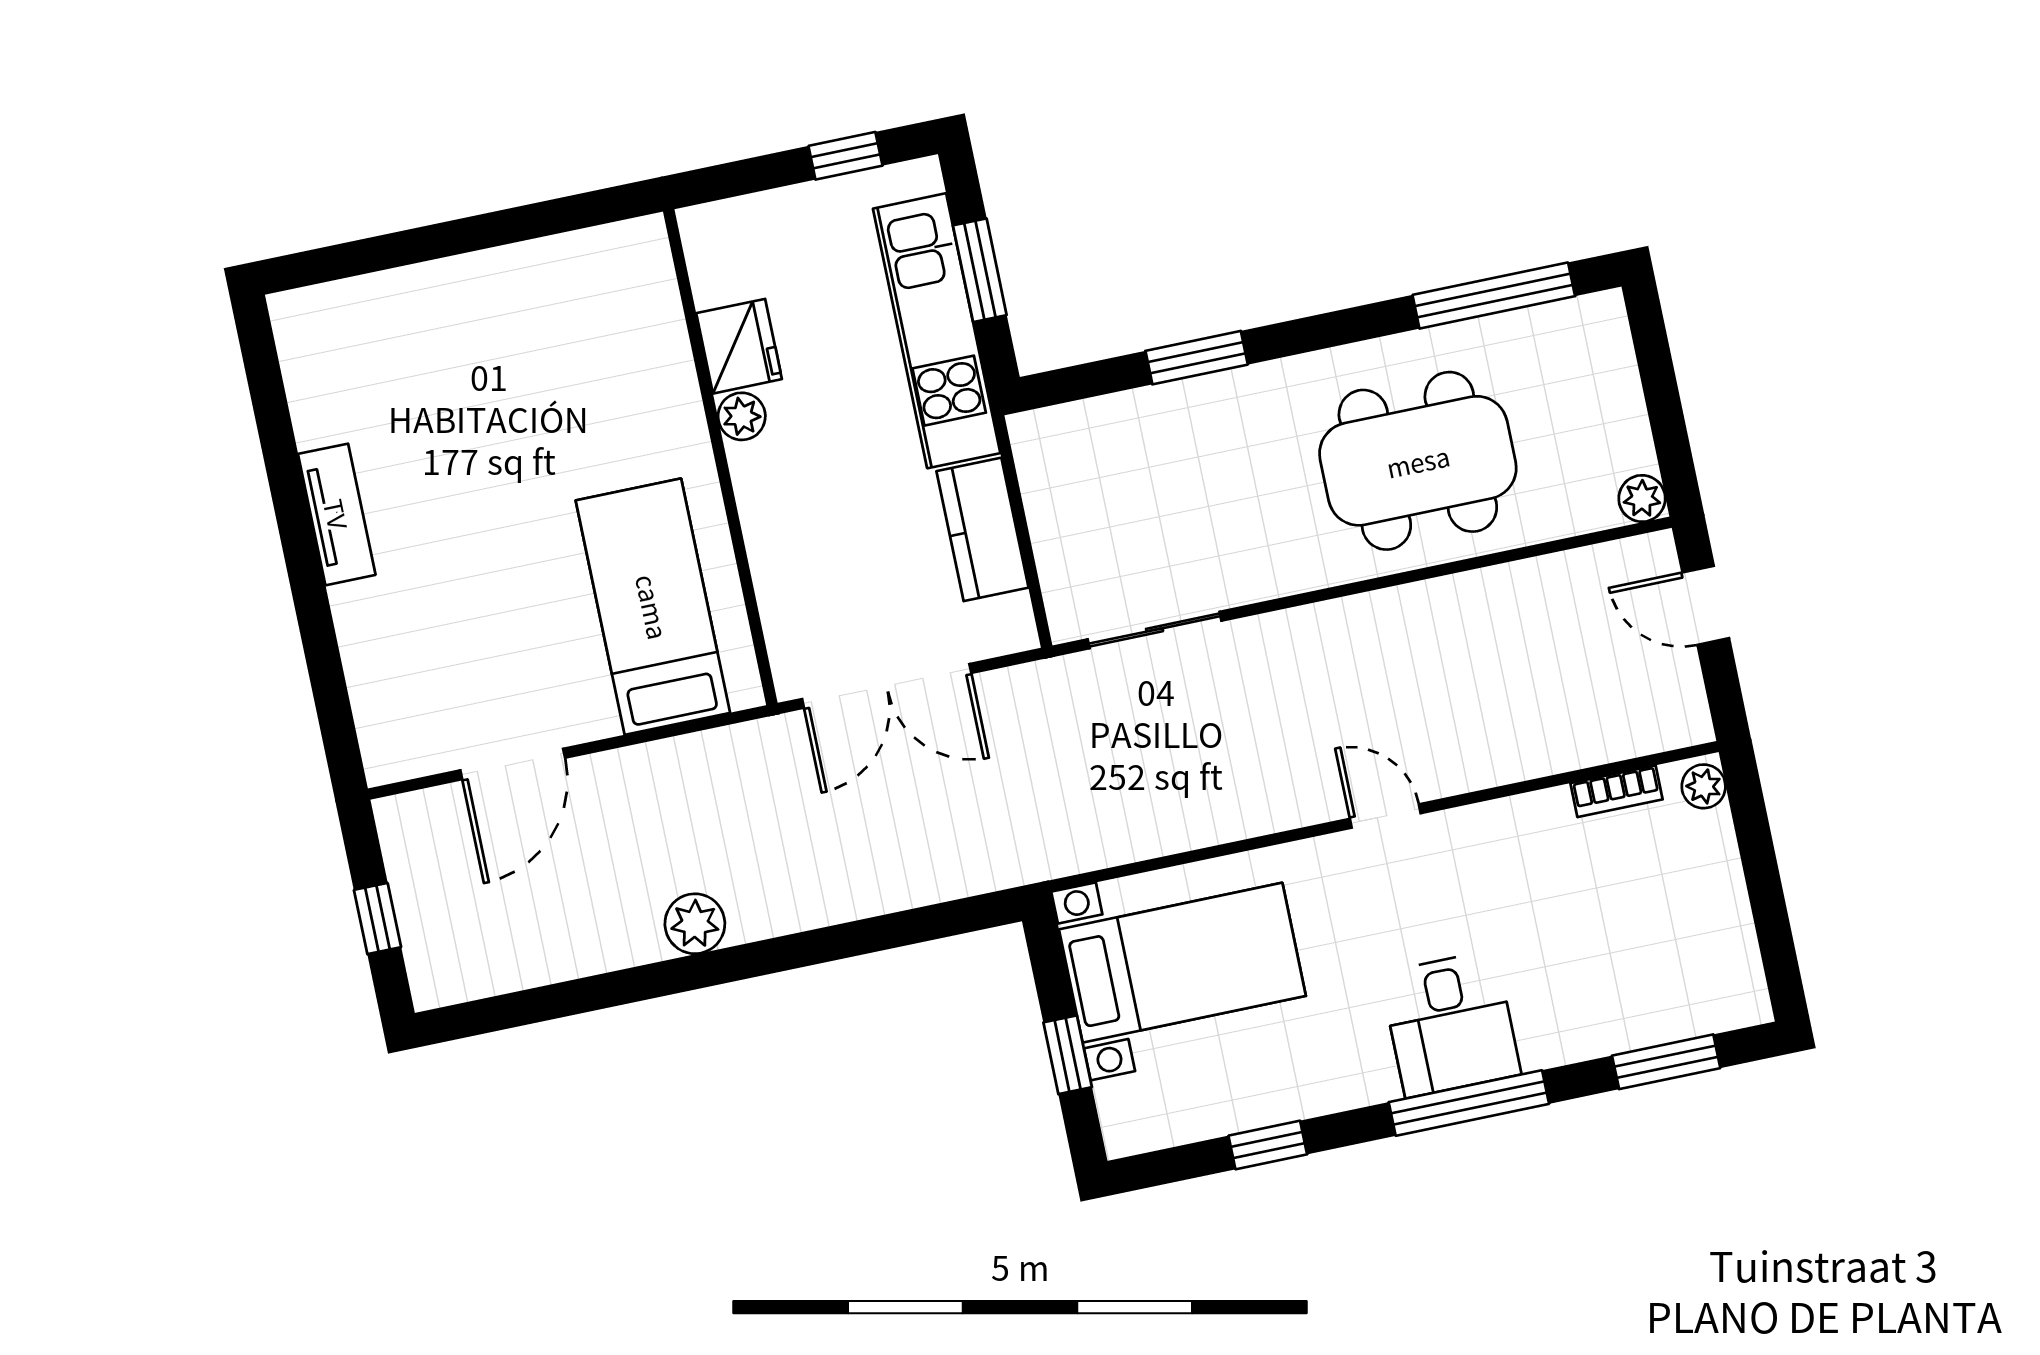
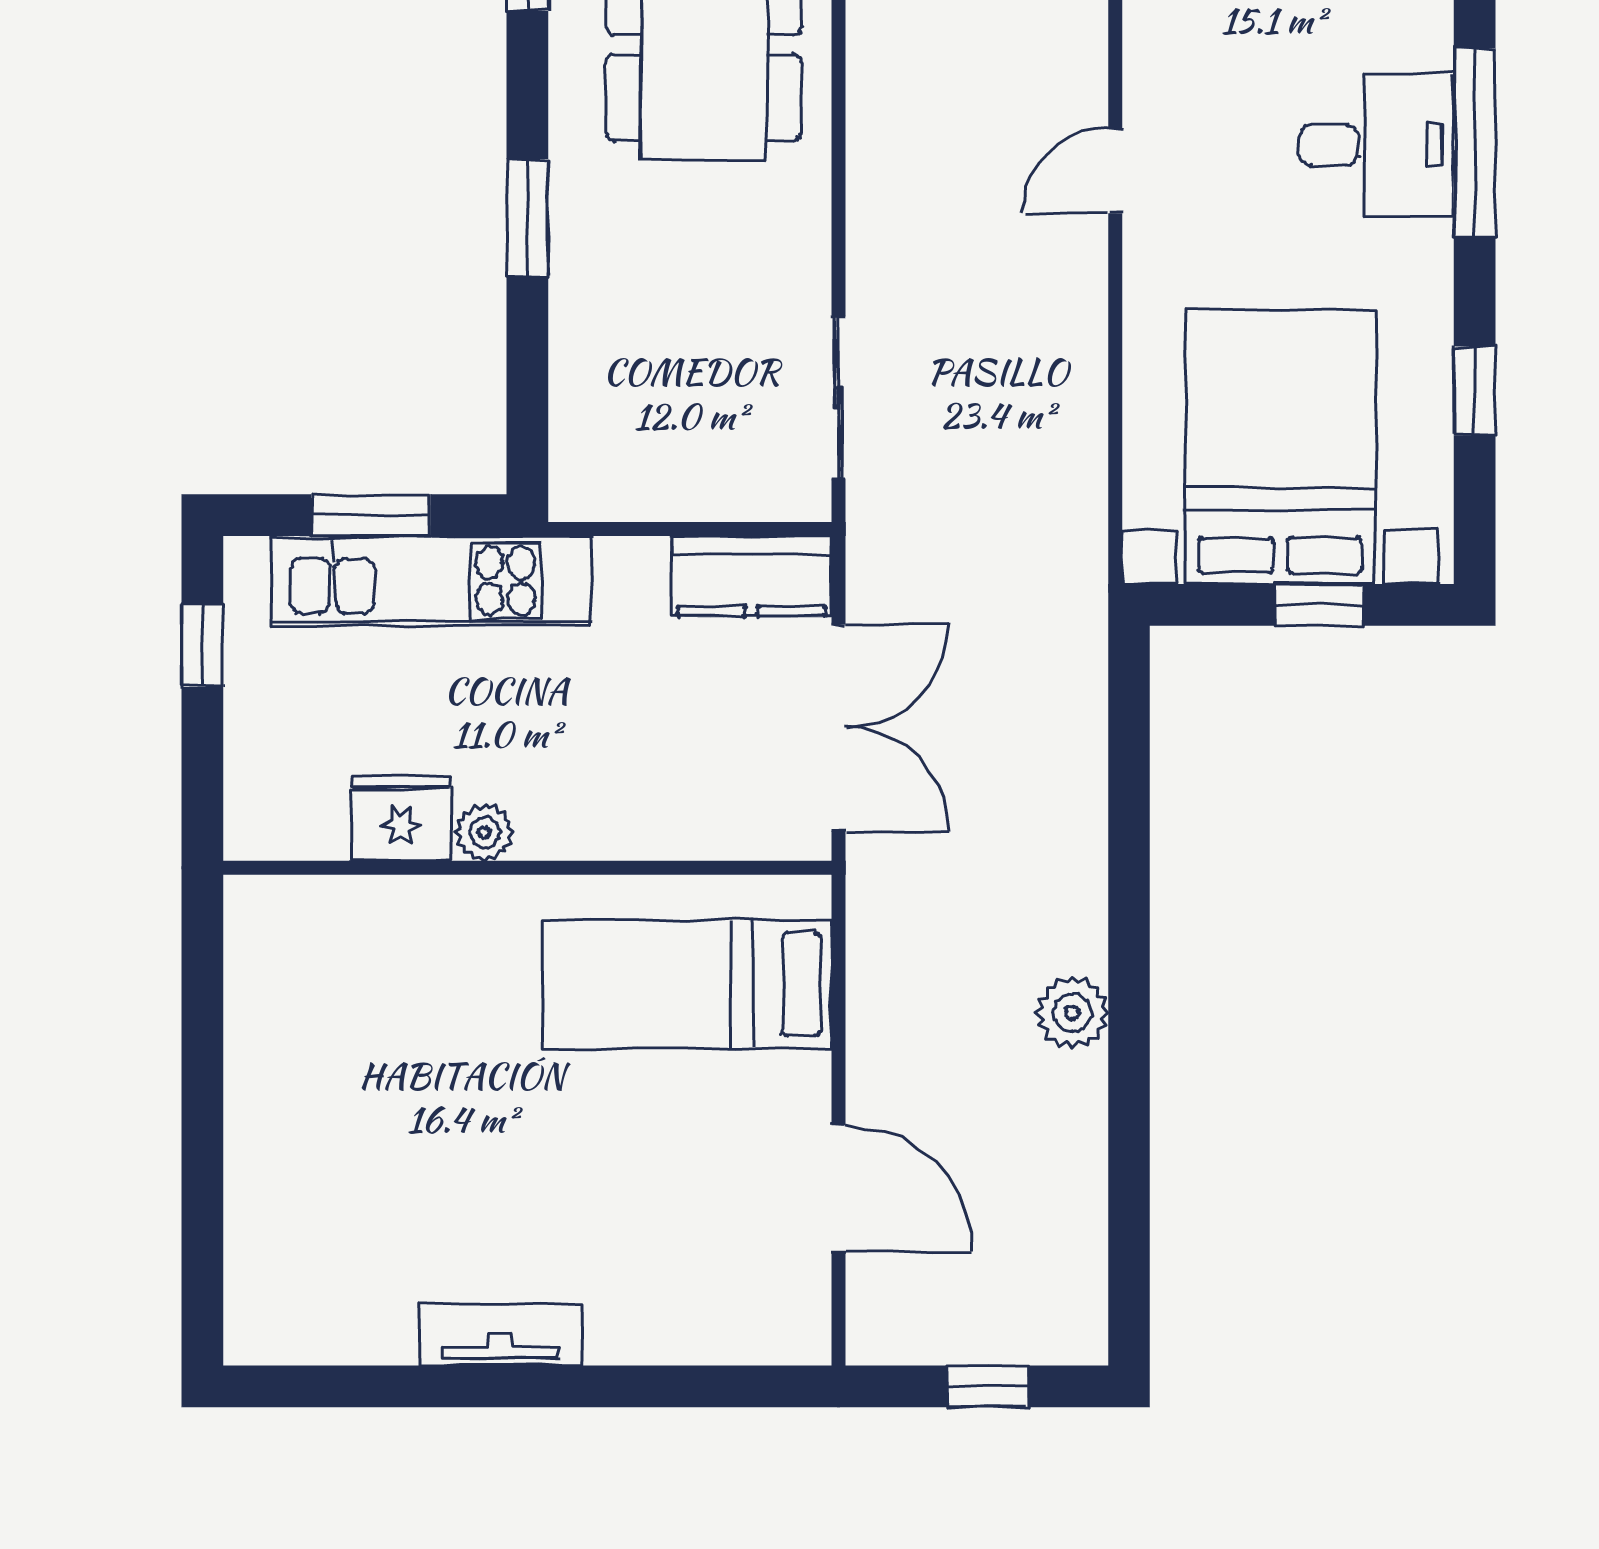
window: (1197, 358) -> (527, 218), moved
kitchen counter: (982, 529) -> (751, 576), moved
bed with nightstands: (1182, 963) -> (1280, 447), width x1.36

